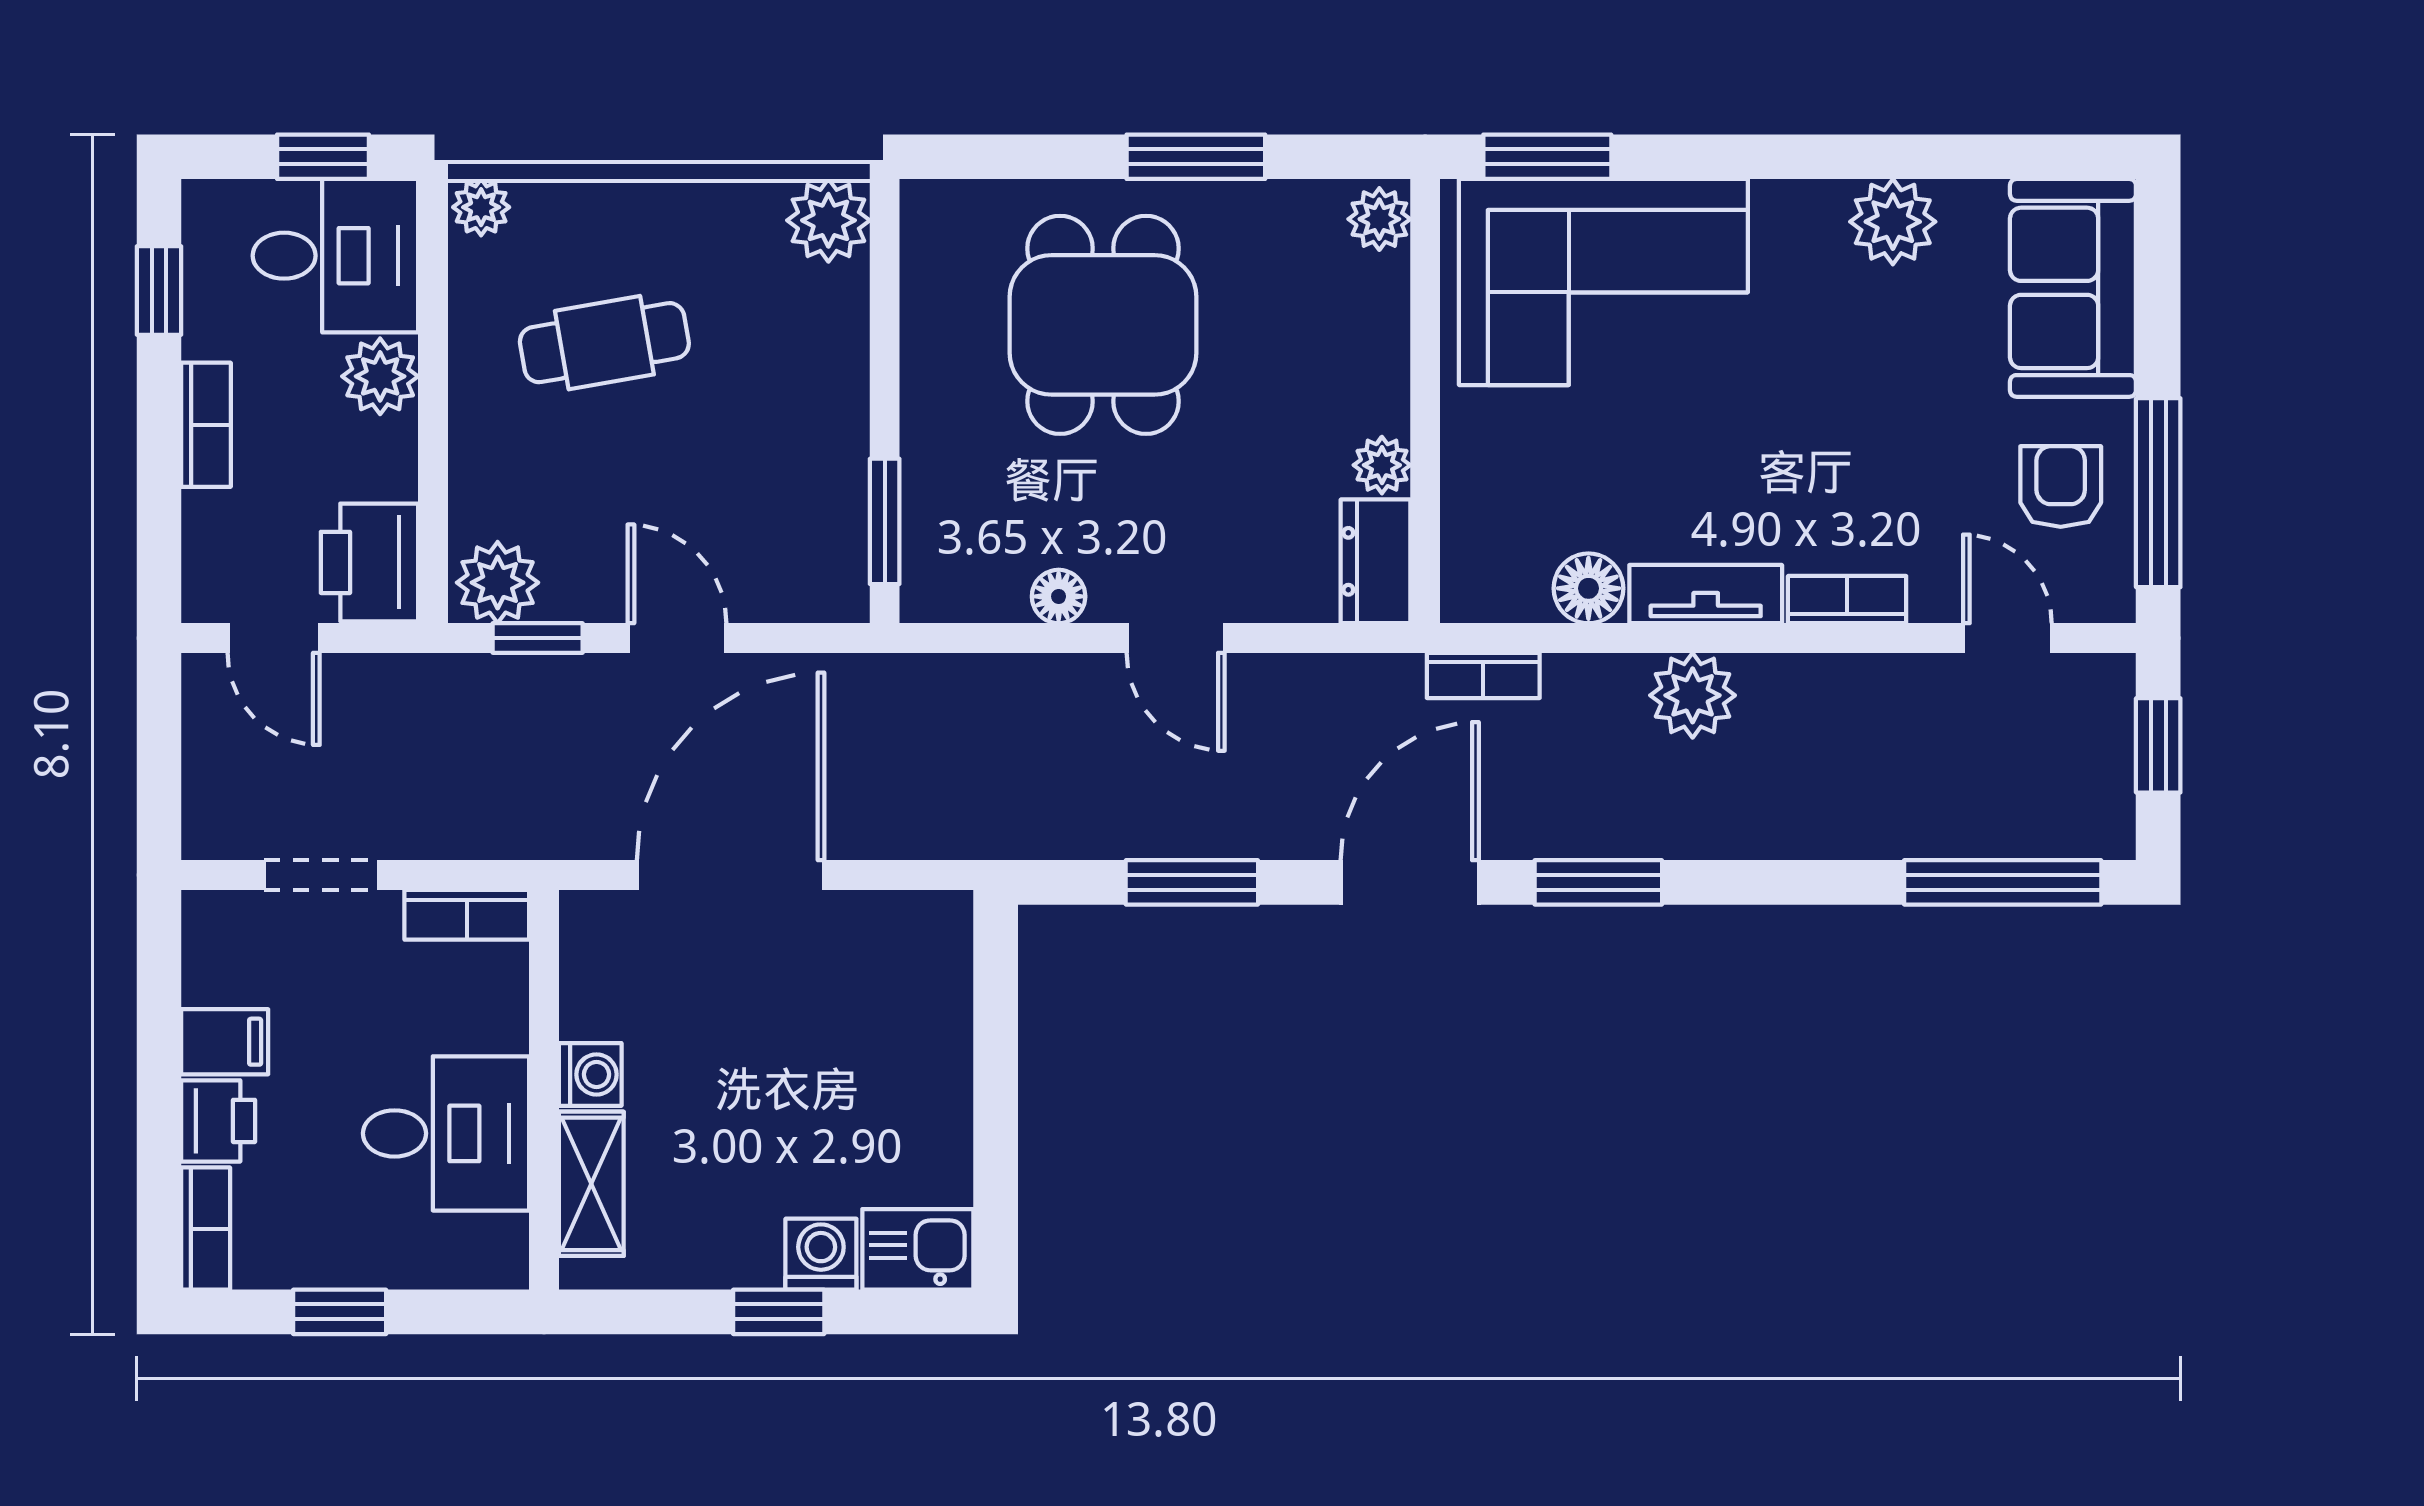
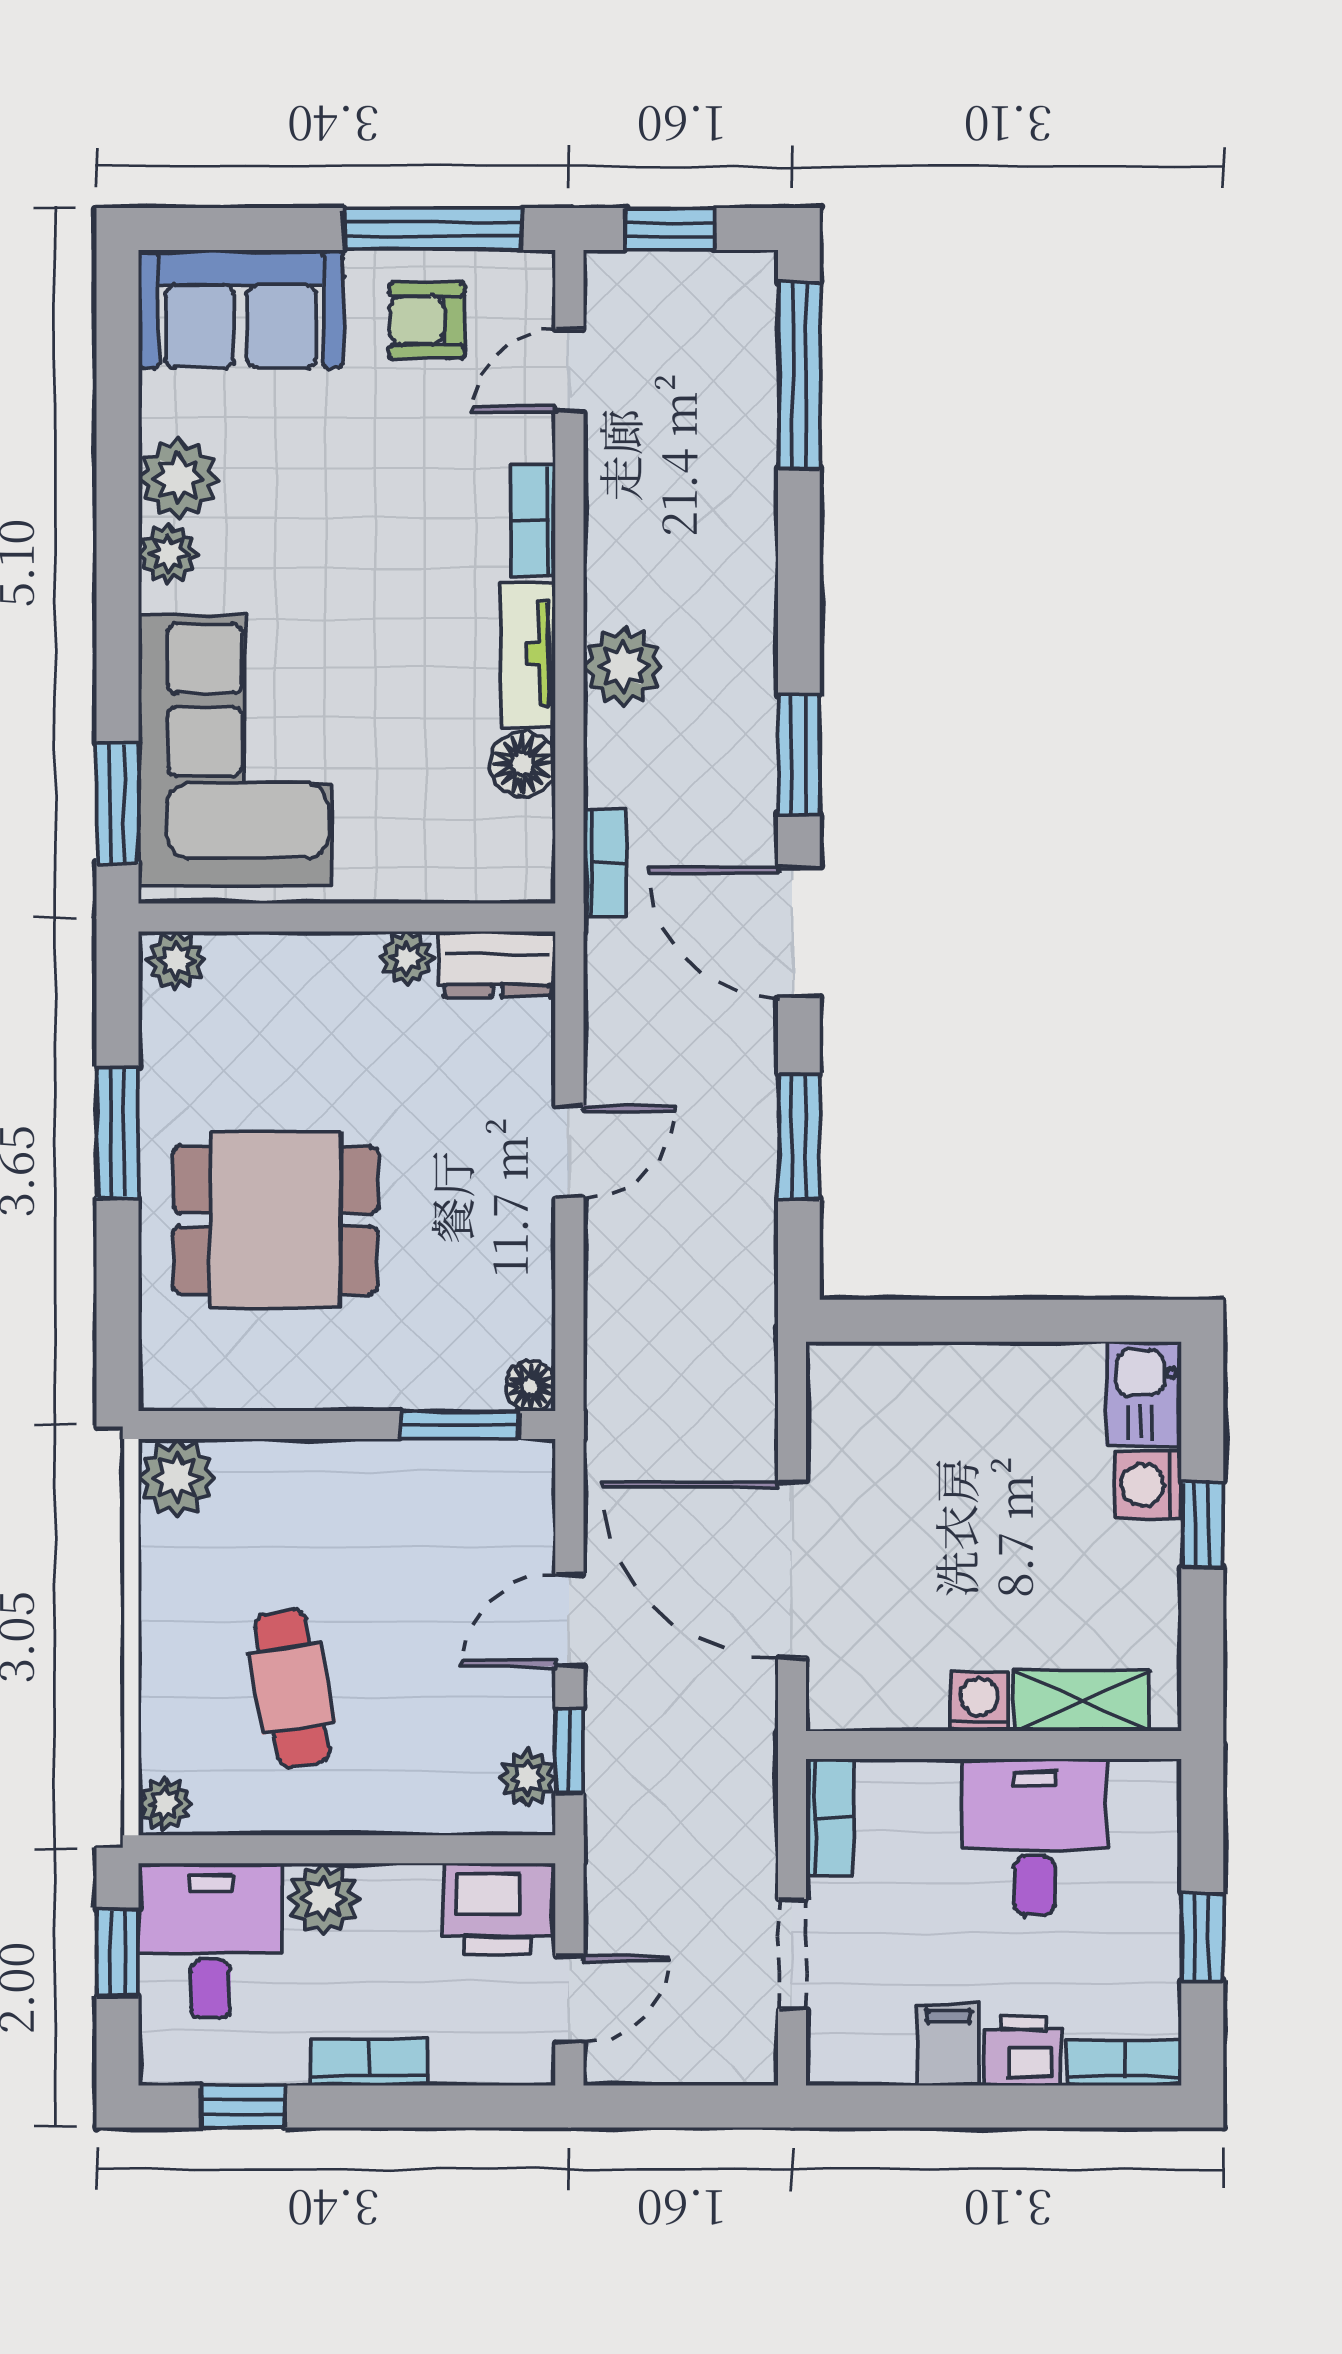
plant: (1812, 211) -> (168, 554), added
plant: (498, 583) -> (528, 1778), width x0.73, depth x0.73
floor lamp: (1059, 596) -> (530, 1386), moved

